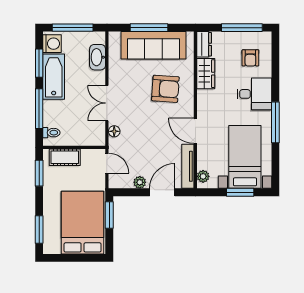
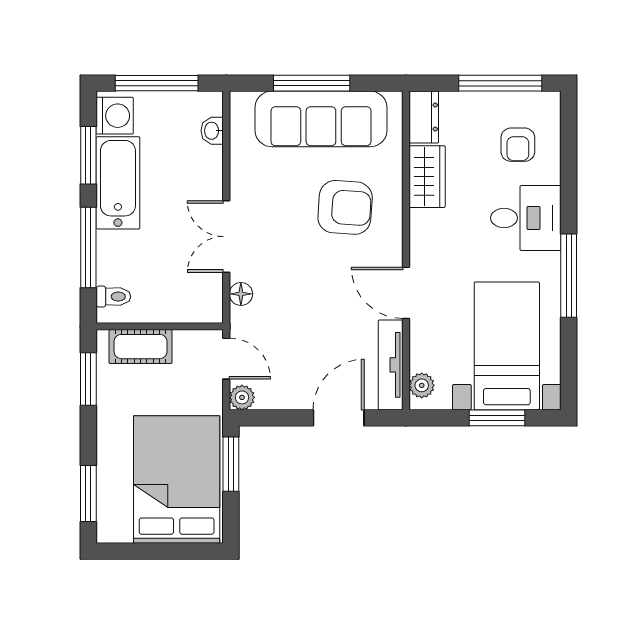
washbasin: (98, 57) -> (212, 131), width x0.52, depth x0.69
plant: (140, 182) -> (242, 397), moved

